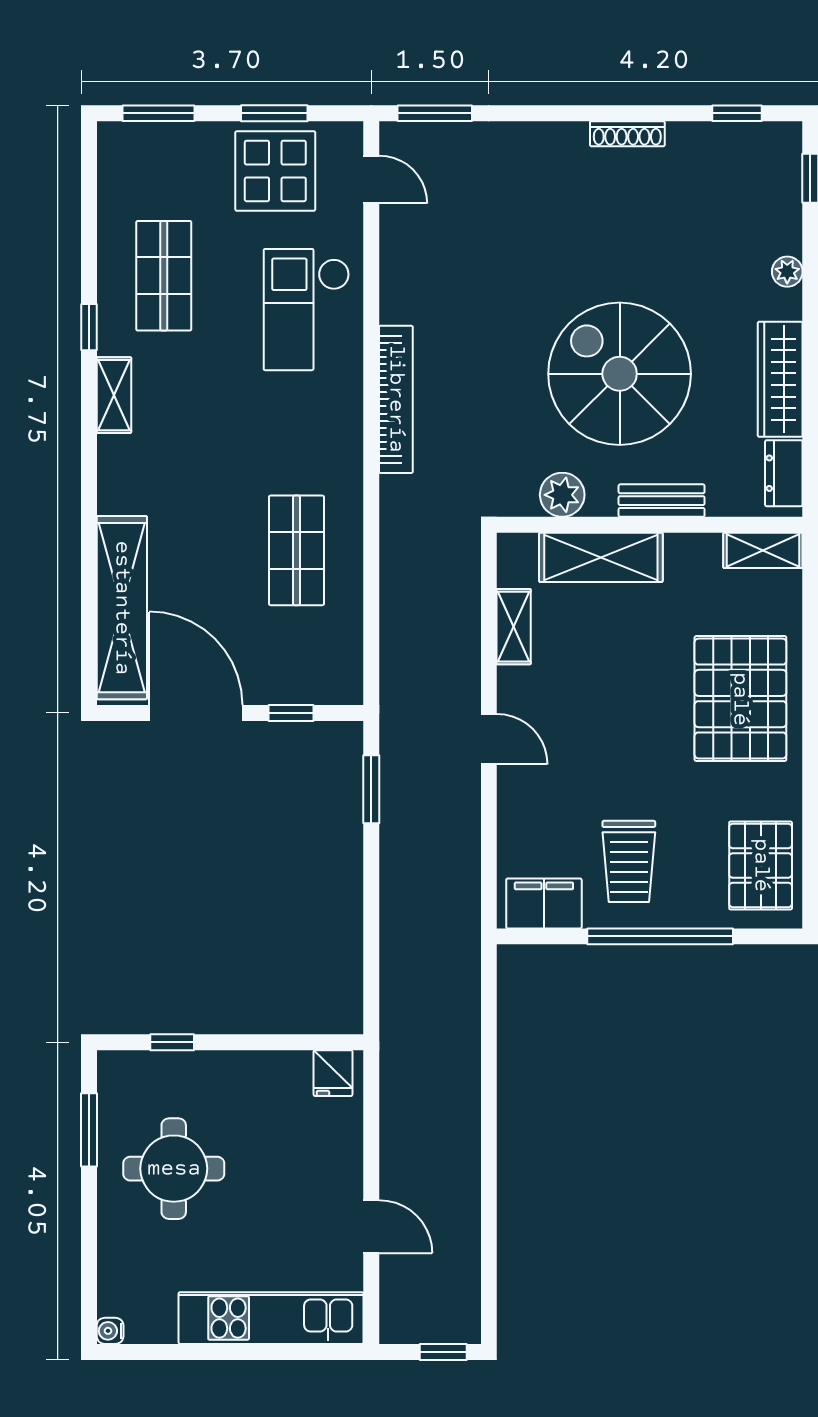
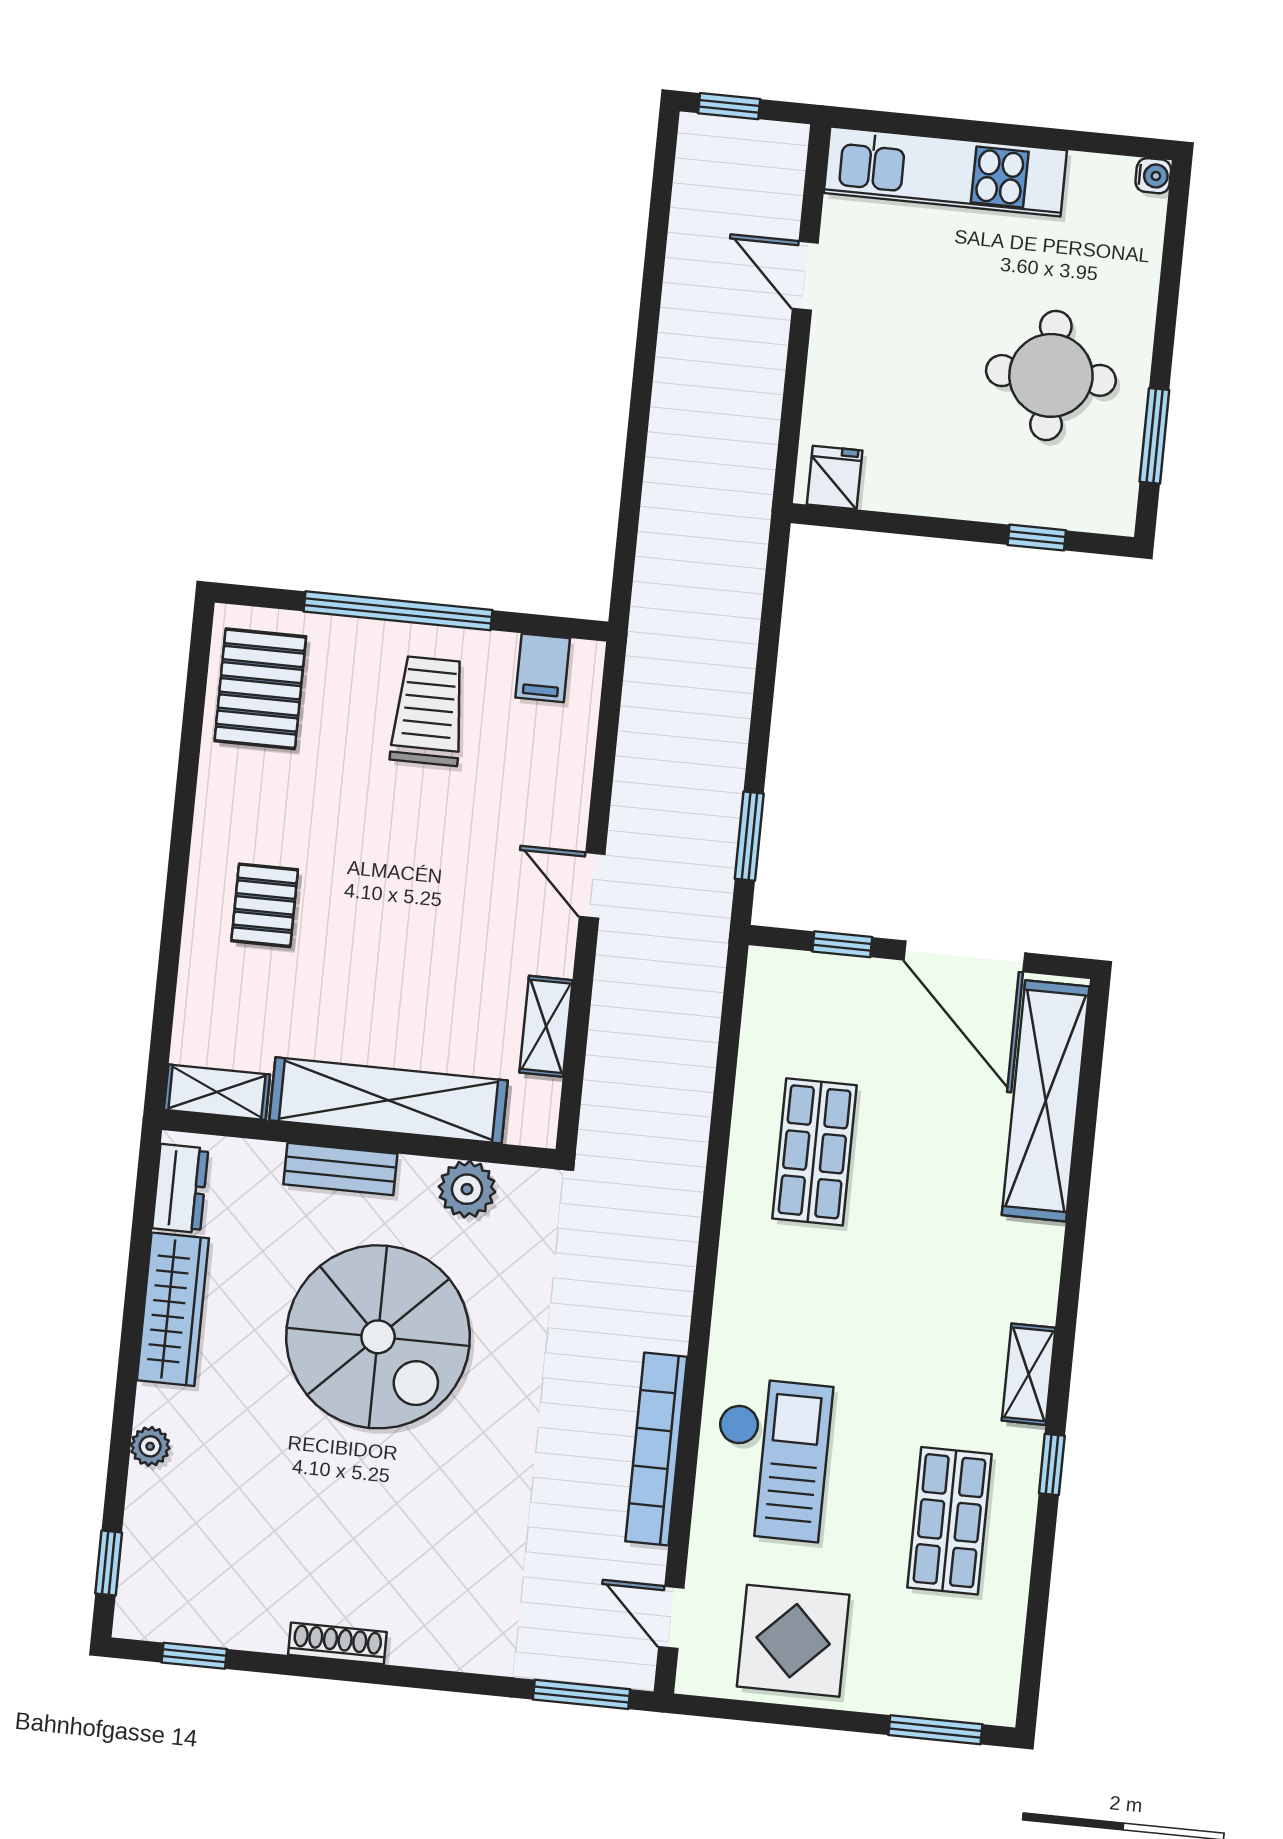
window: (274, 113) -> (787, 1715), removed
bookcase: (396, 399) -> (656, 1449), moved
shelving: (601, 557) -> (388, 1100), width x1.47
pallet: (740, 699) -> (265, 905), width x0.49, depth x0.50
filing cabinet: (544, 903) -> (543, 668), width x0.50

